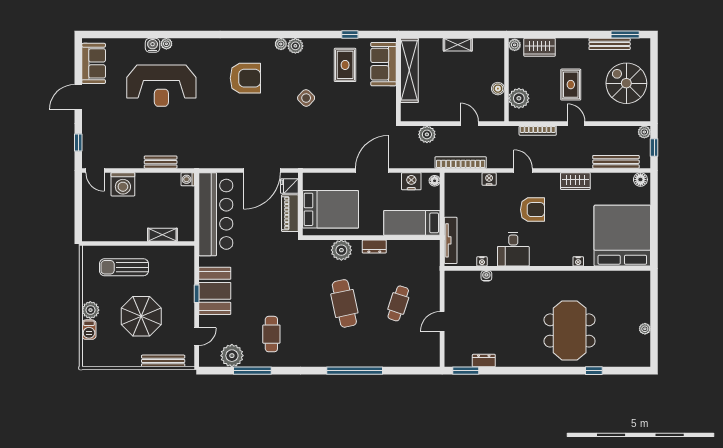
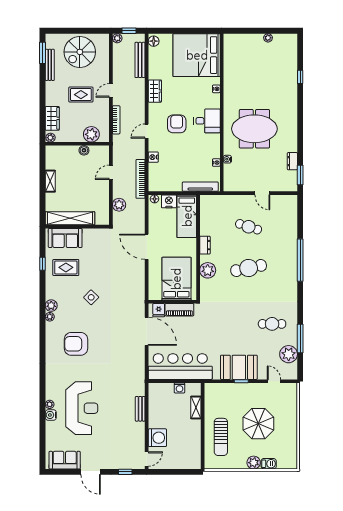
armchair: (245, 78) -> (76, 344), turned -90
washing machine: (188, 179) -> (179, 388), moved
nightstand: (411, 181) -> (169, 201), moved, turned 90
desk: (513, 249) -> (207, 121), moved
meeting table: (570, 330) -> (254, 129), moved
bench: (163, 361) -> (293, 407), removed

